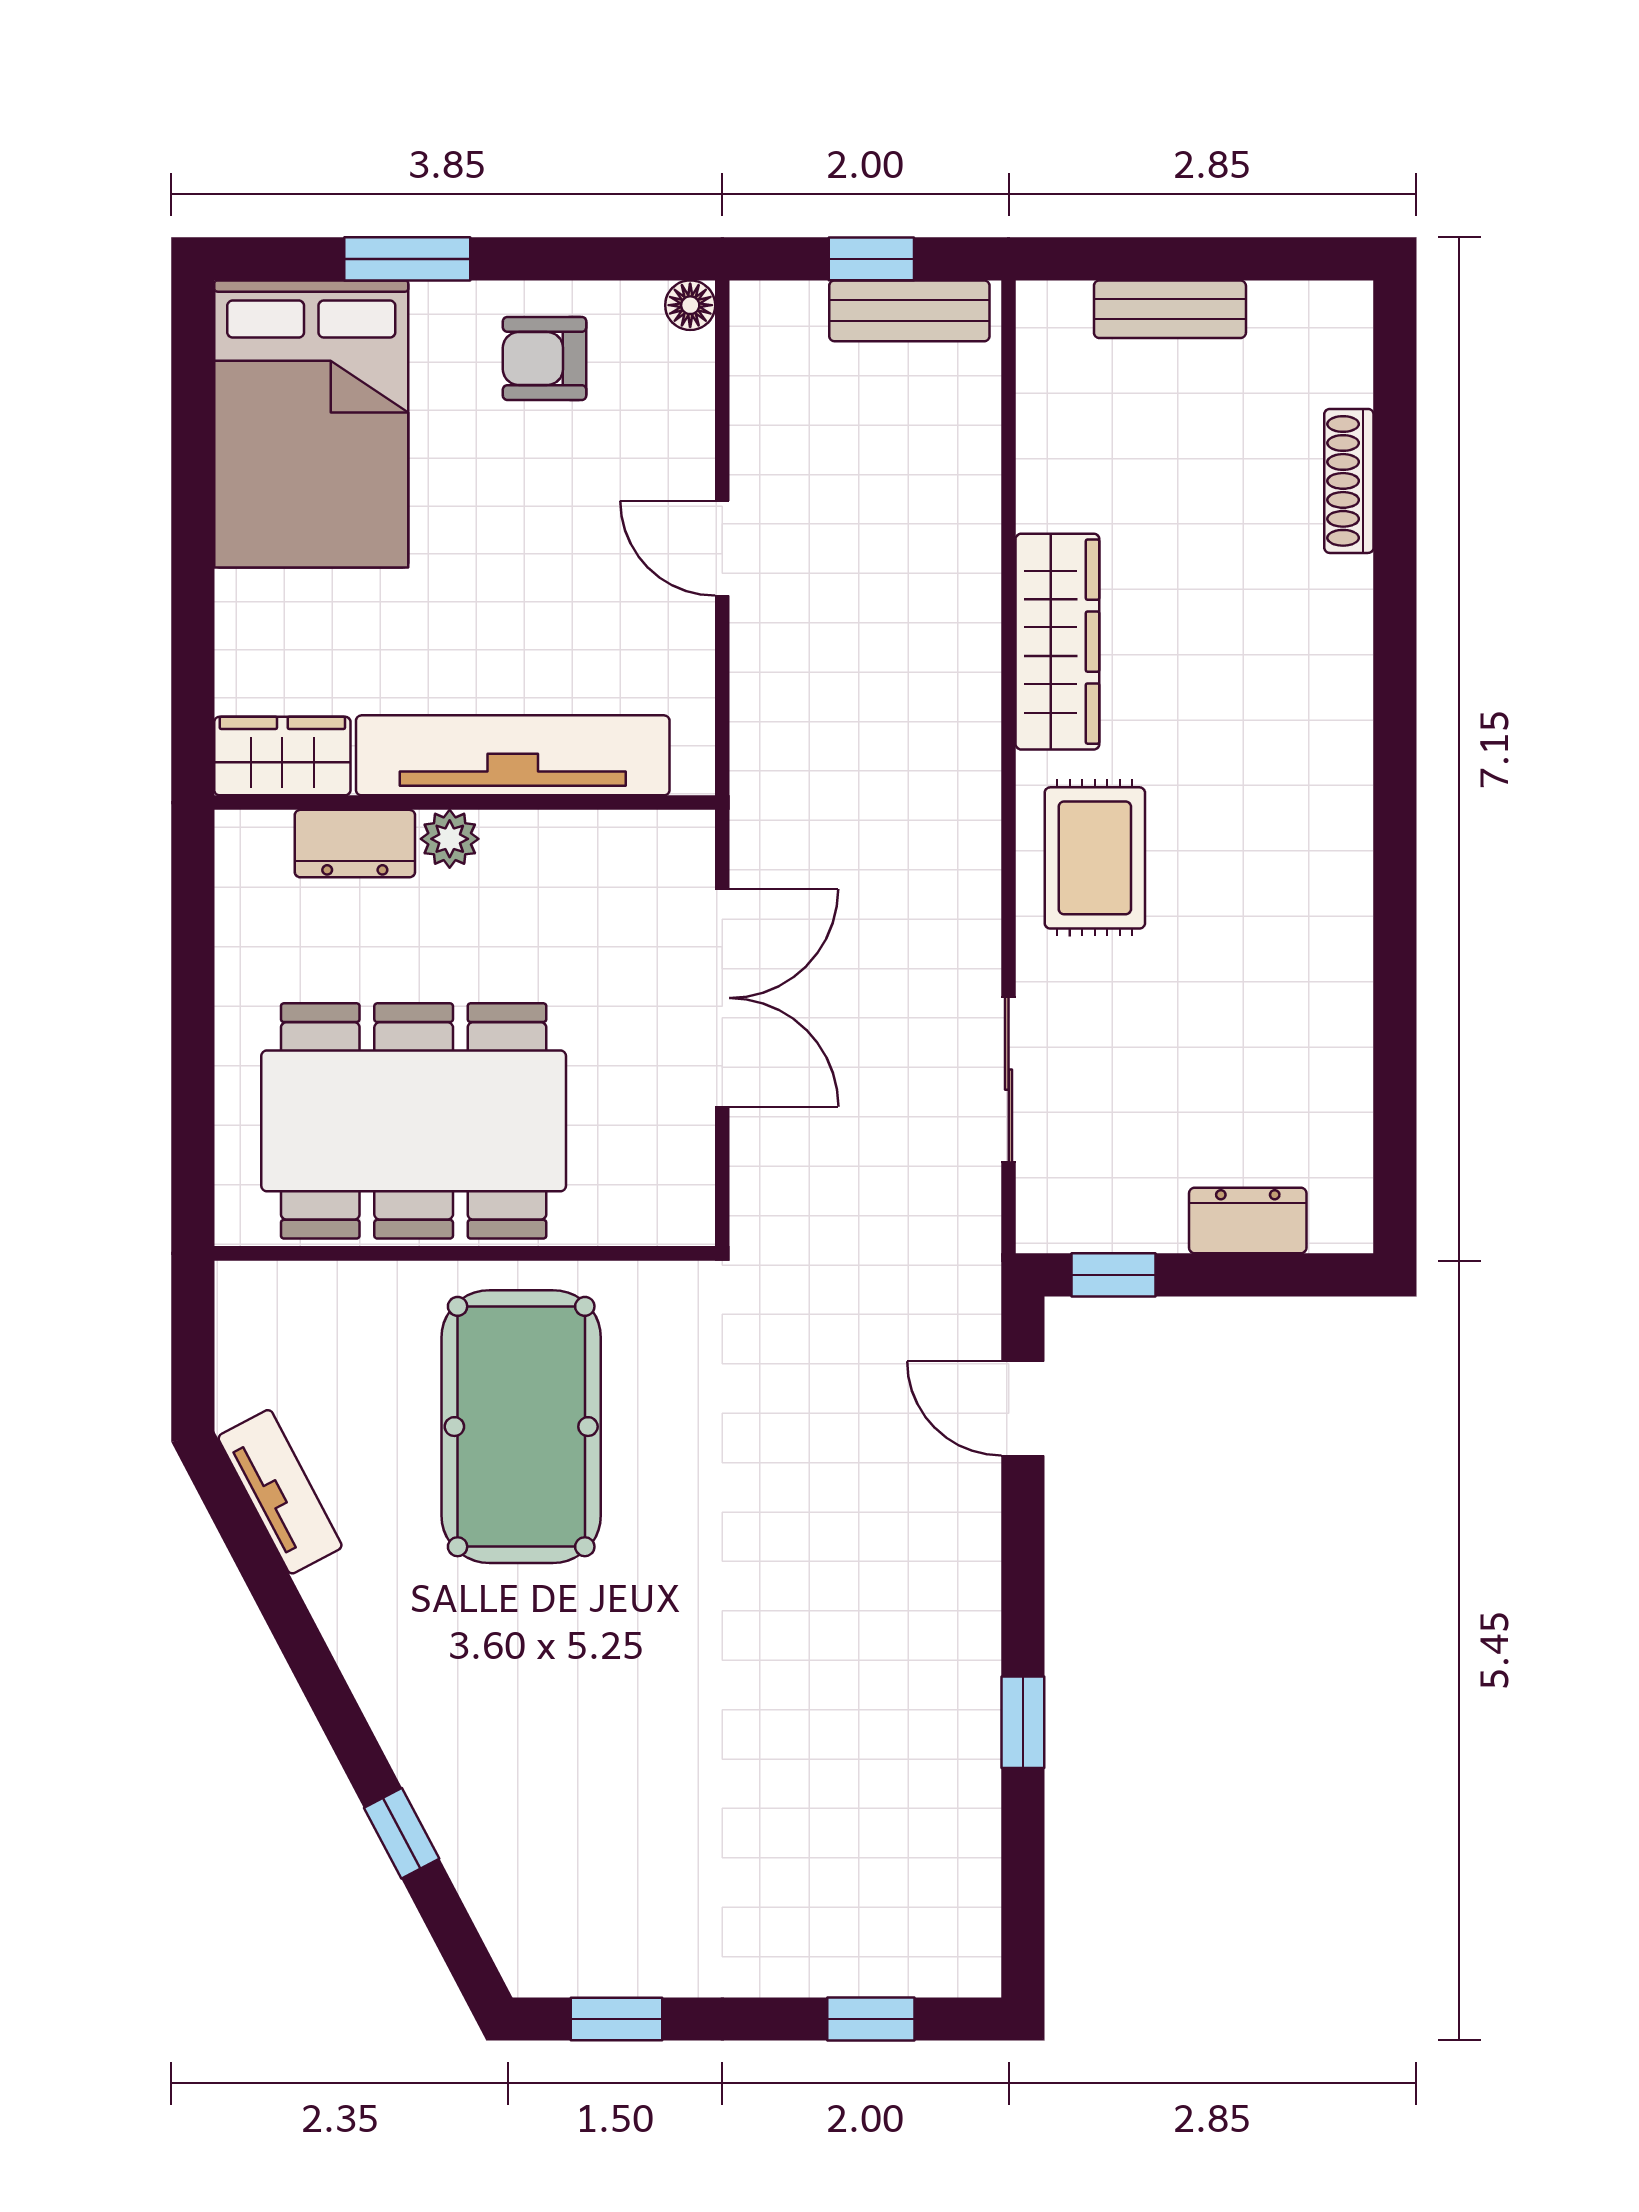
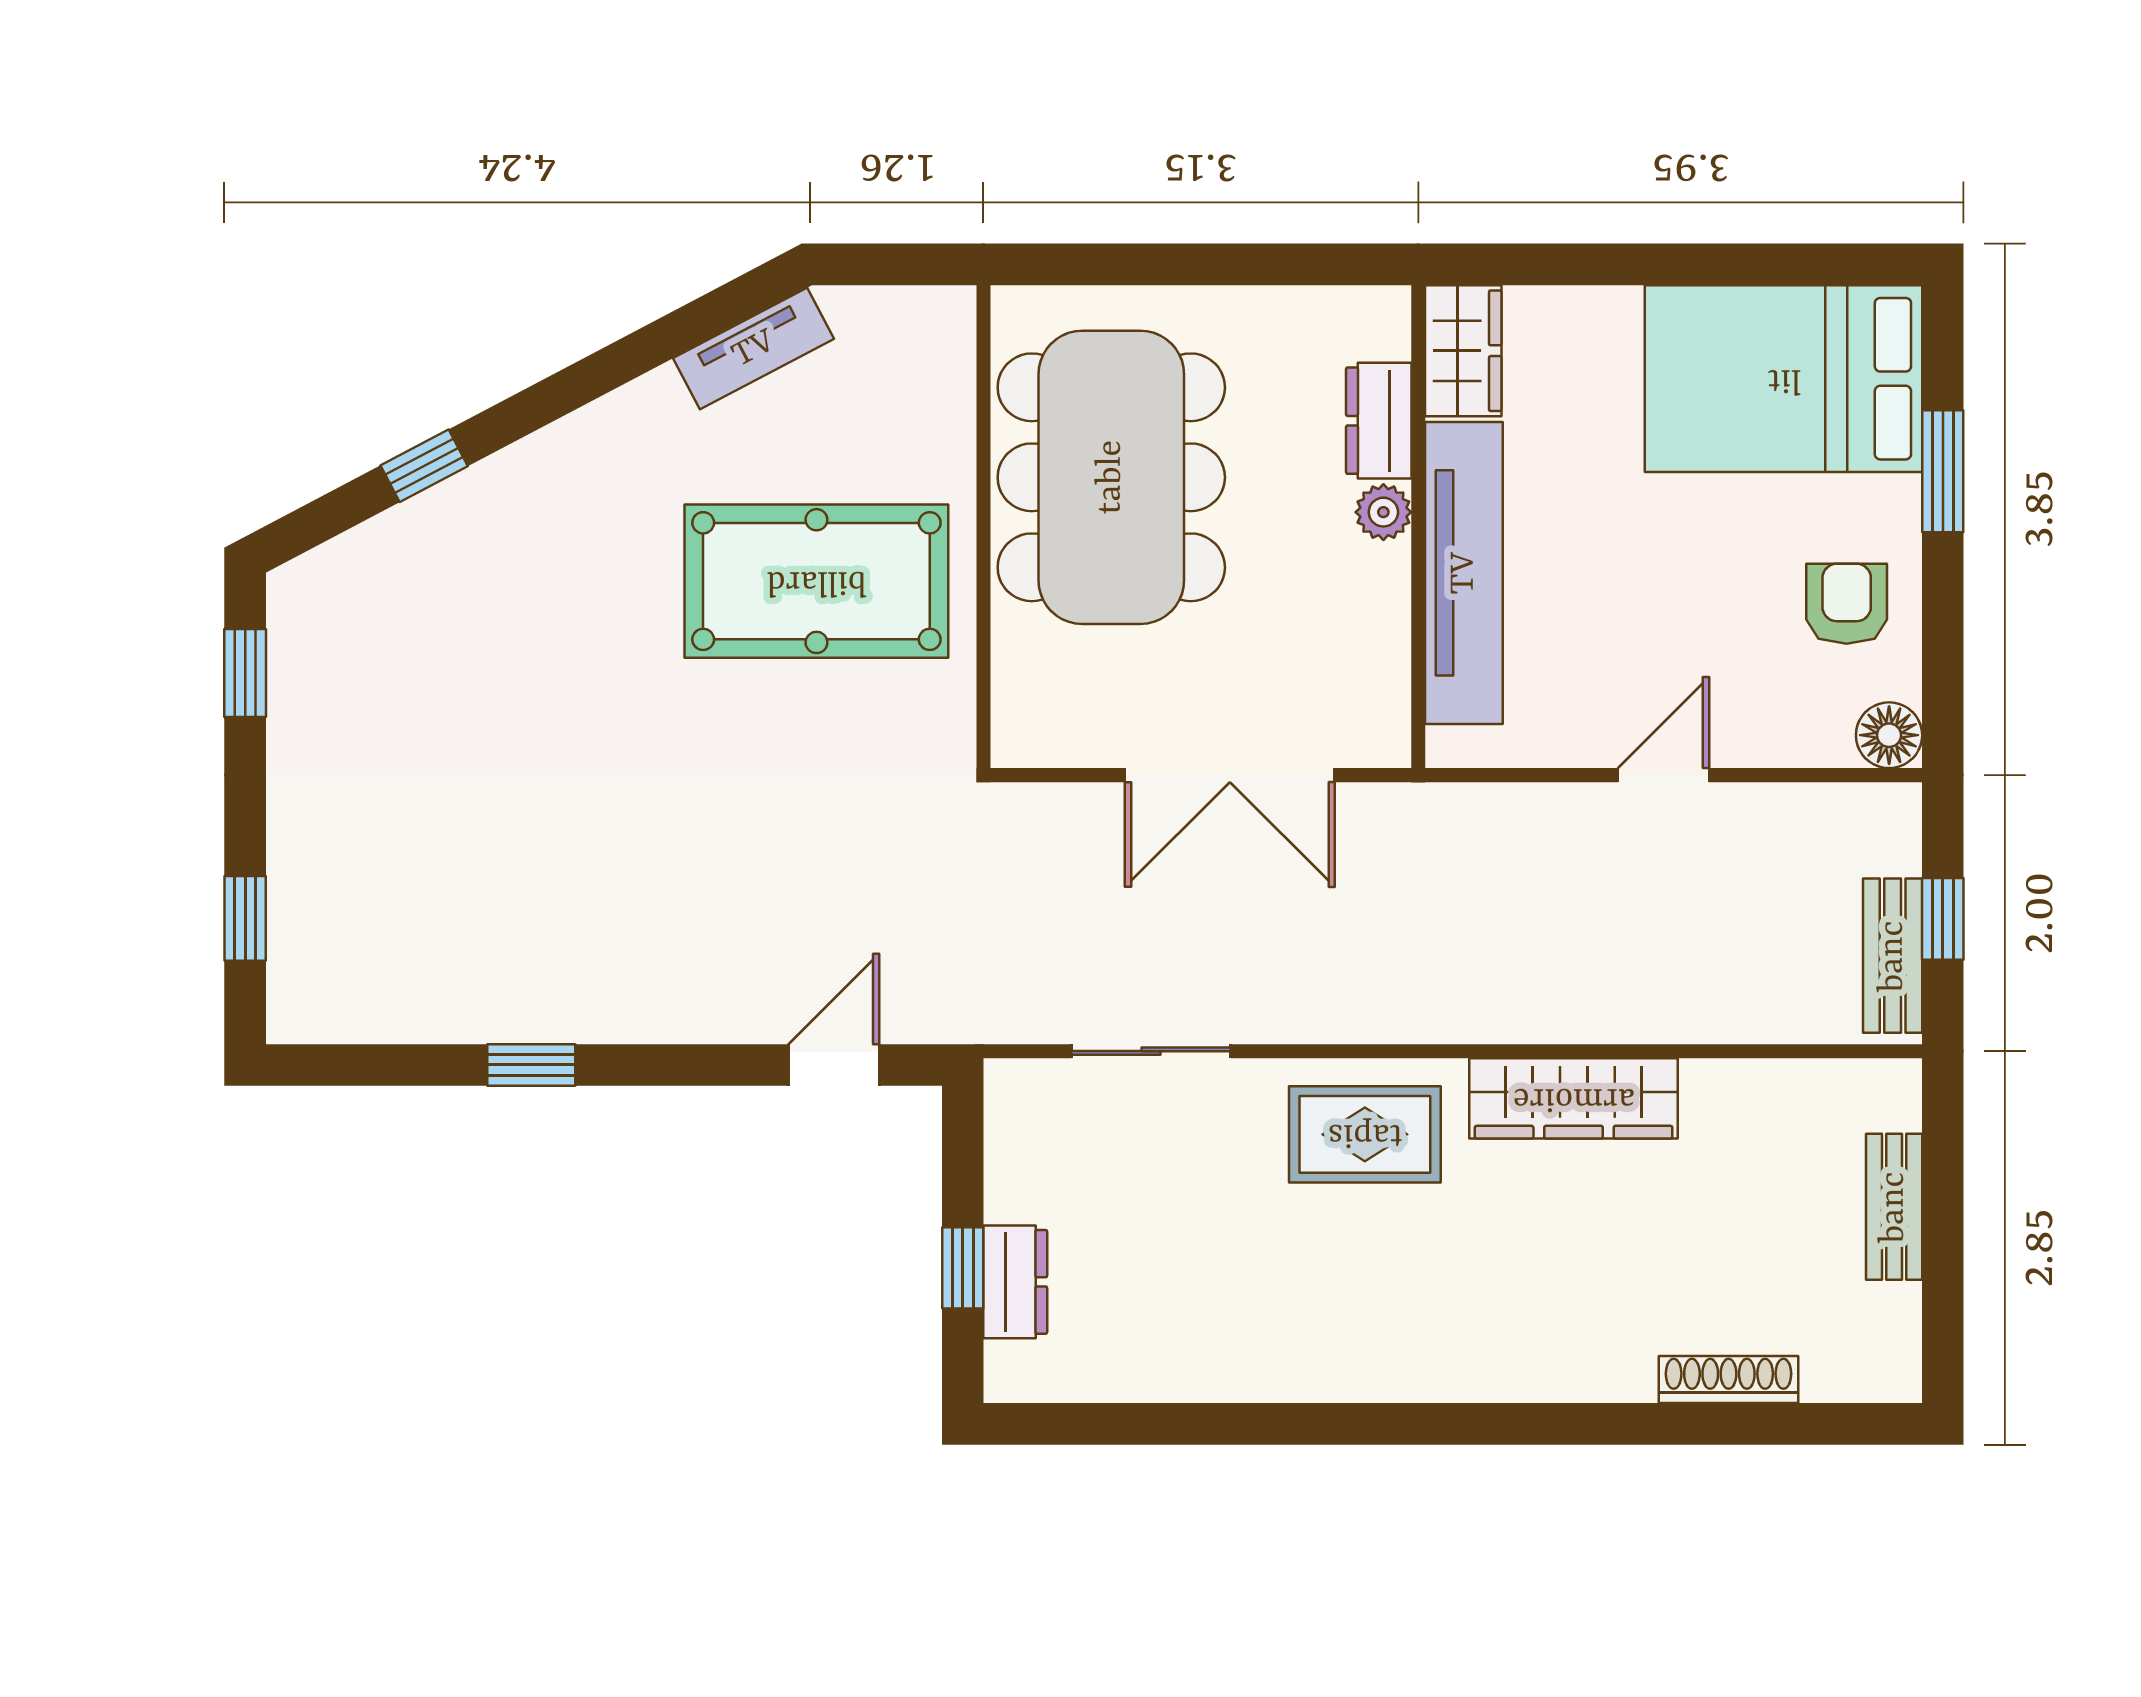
floor lamp: (690, 305) -> (1889, 735), width x1.37, depth x1.37
window: (1114, 1275) -> (963, 1268), moved

